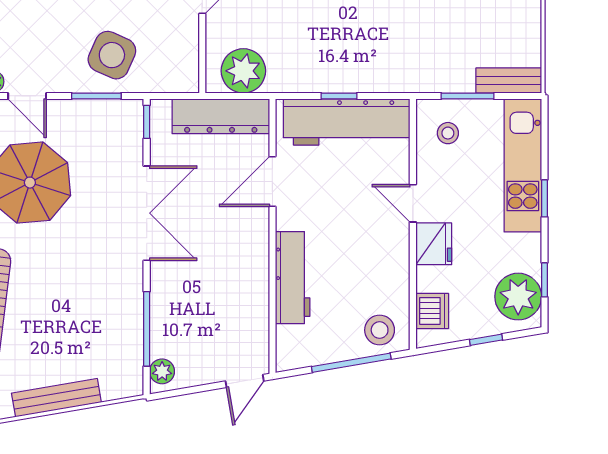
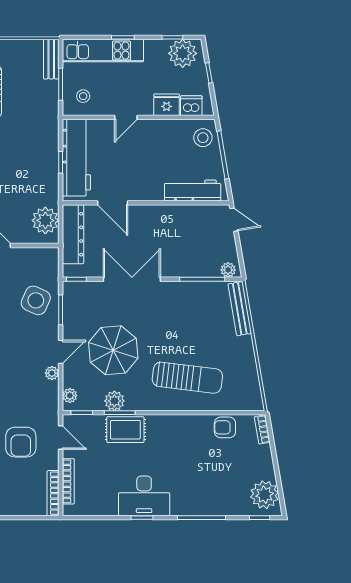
fridge: (434, 244) -> (167, 105), moved
workbench: (293, 278) -> (193, 190), moved
bench: (56, 398) -> (240, 309), moved

